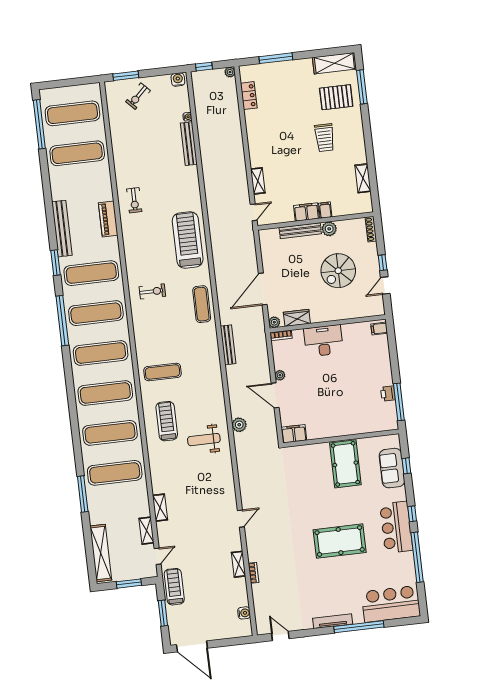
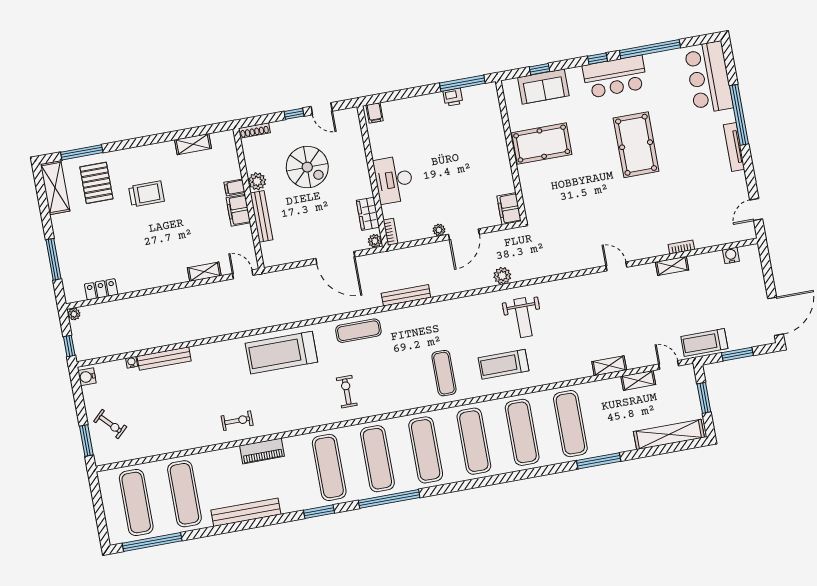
bench: (62, 229) -> (246, 512), moved

